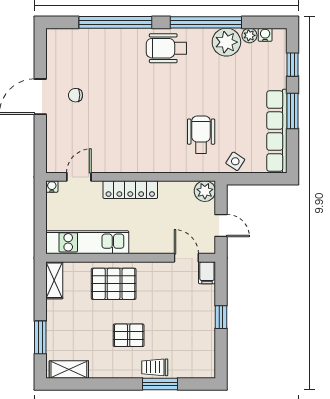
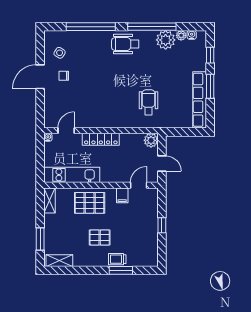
side table: (235, 161) -> (60, 53), moved
door: (186, 258) -> (139, 185), hinge flipped
filing cabinet: (207, 273) -> (122, 195), moved

